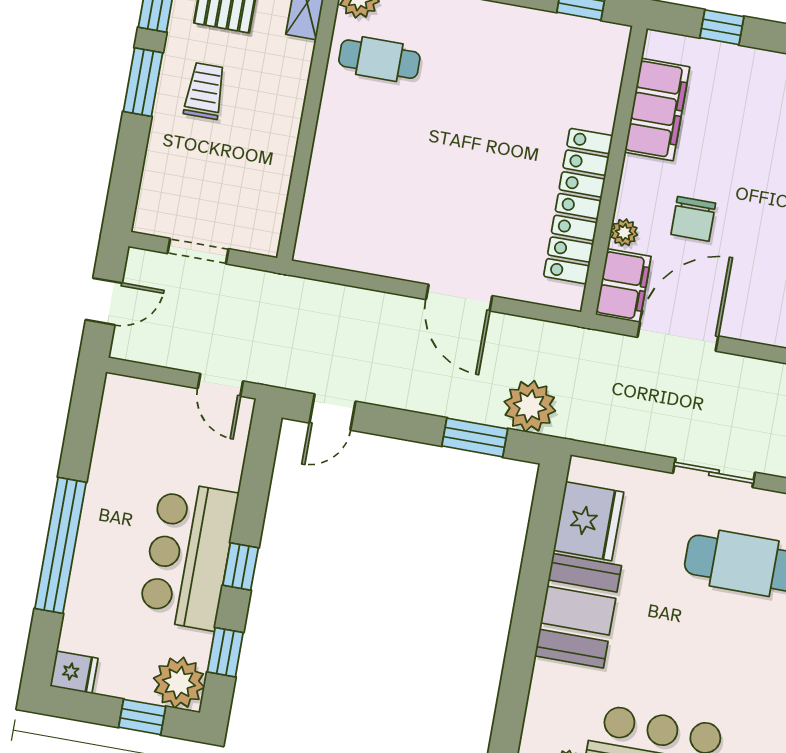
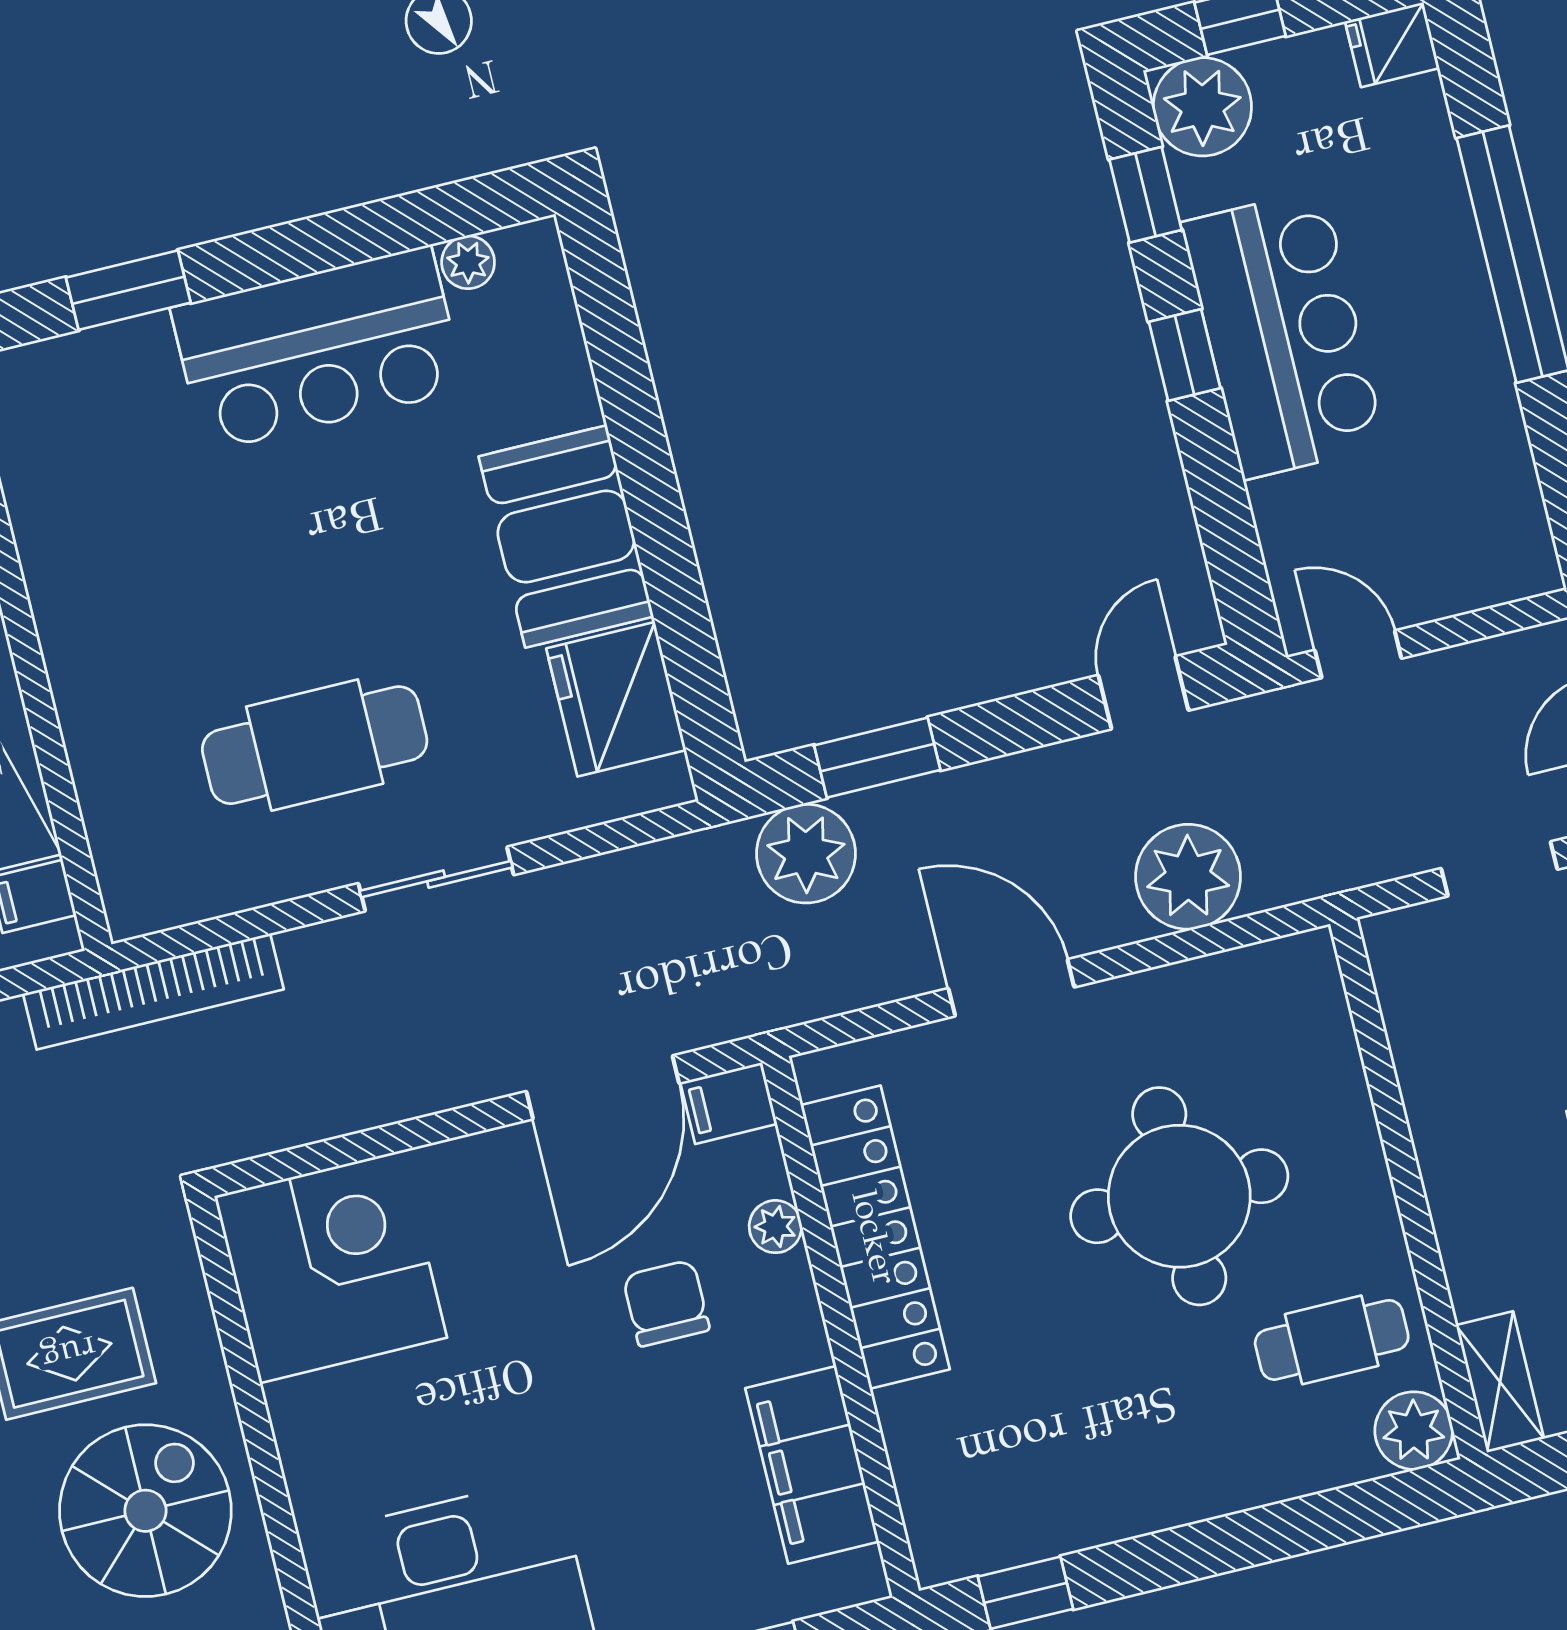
round table: (422, 161) -> (1179, 1196), added
filing cabinet: (623, 286) -> (729, 1103), width x0.50
plant: (350, 314) -> (1188, 877), added

